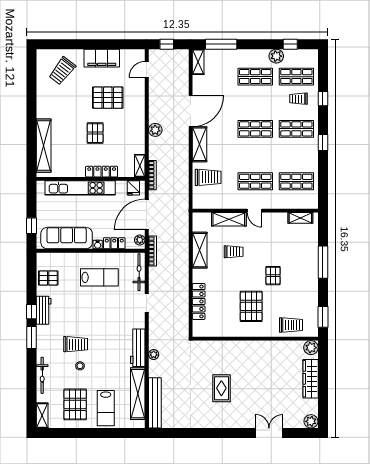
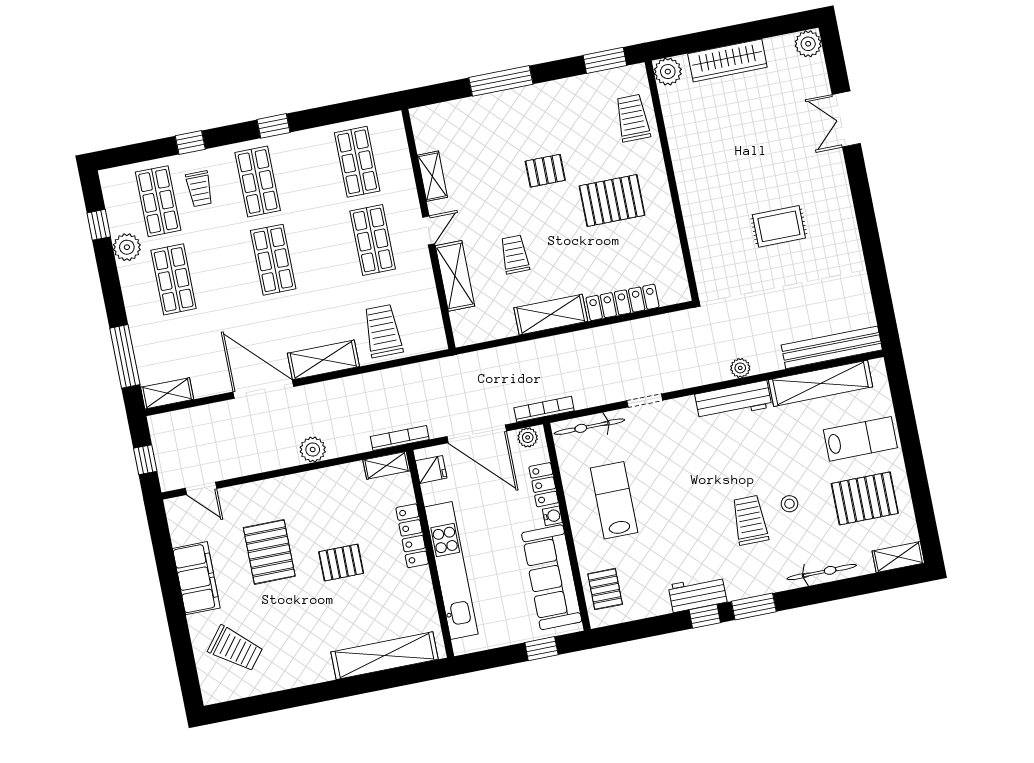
shelving: (300, 218) -> (432, 176), moved
shelving: (200, 250) -> (551, 315), moved
pallet: (48, 278) -> (605, 589), moved

